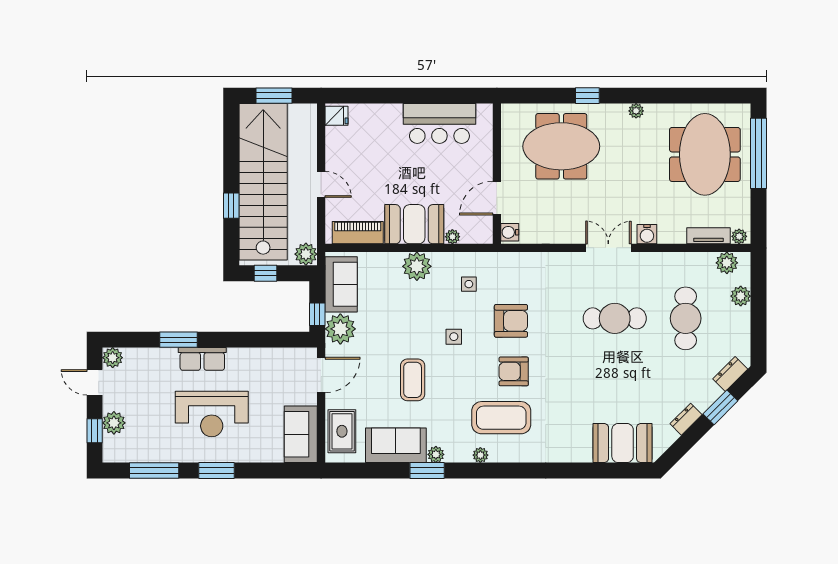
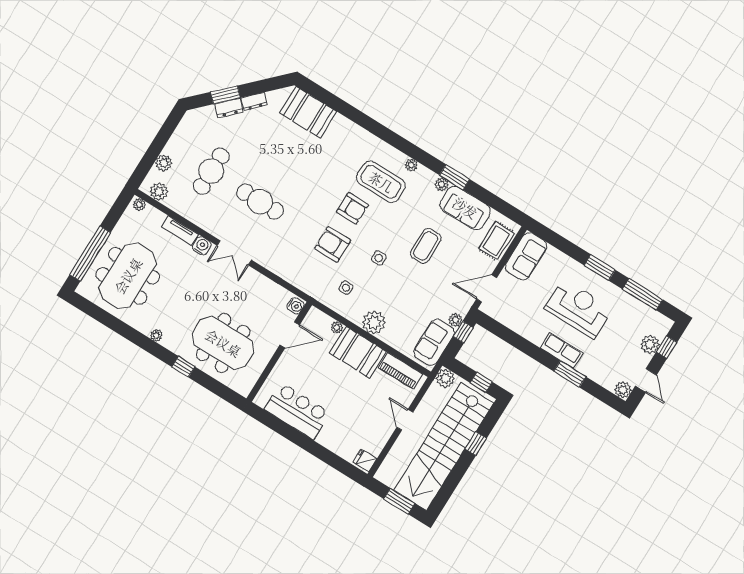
tv unit: (709, 236) -> (180, 231), moved
plant: (340, 329) -> (455, 320), width x0.53, depth x0.53
dresser: (730, 374) -> (229, 108), moved

